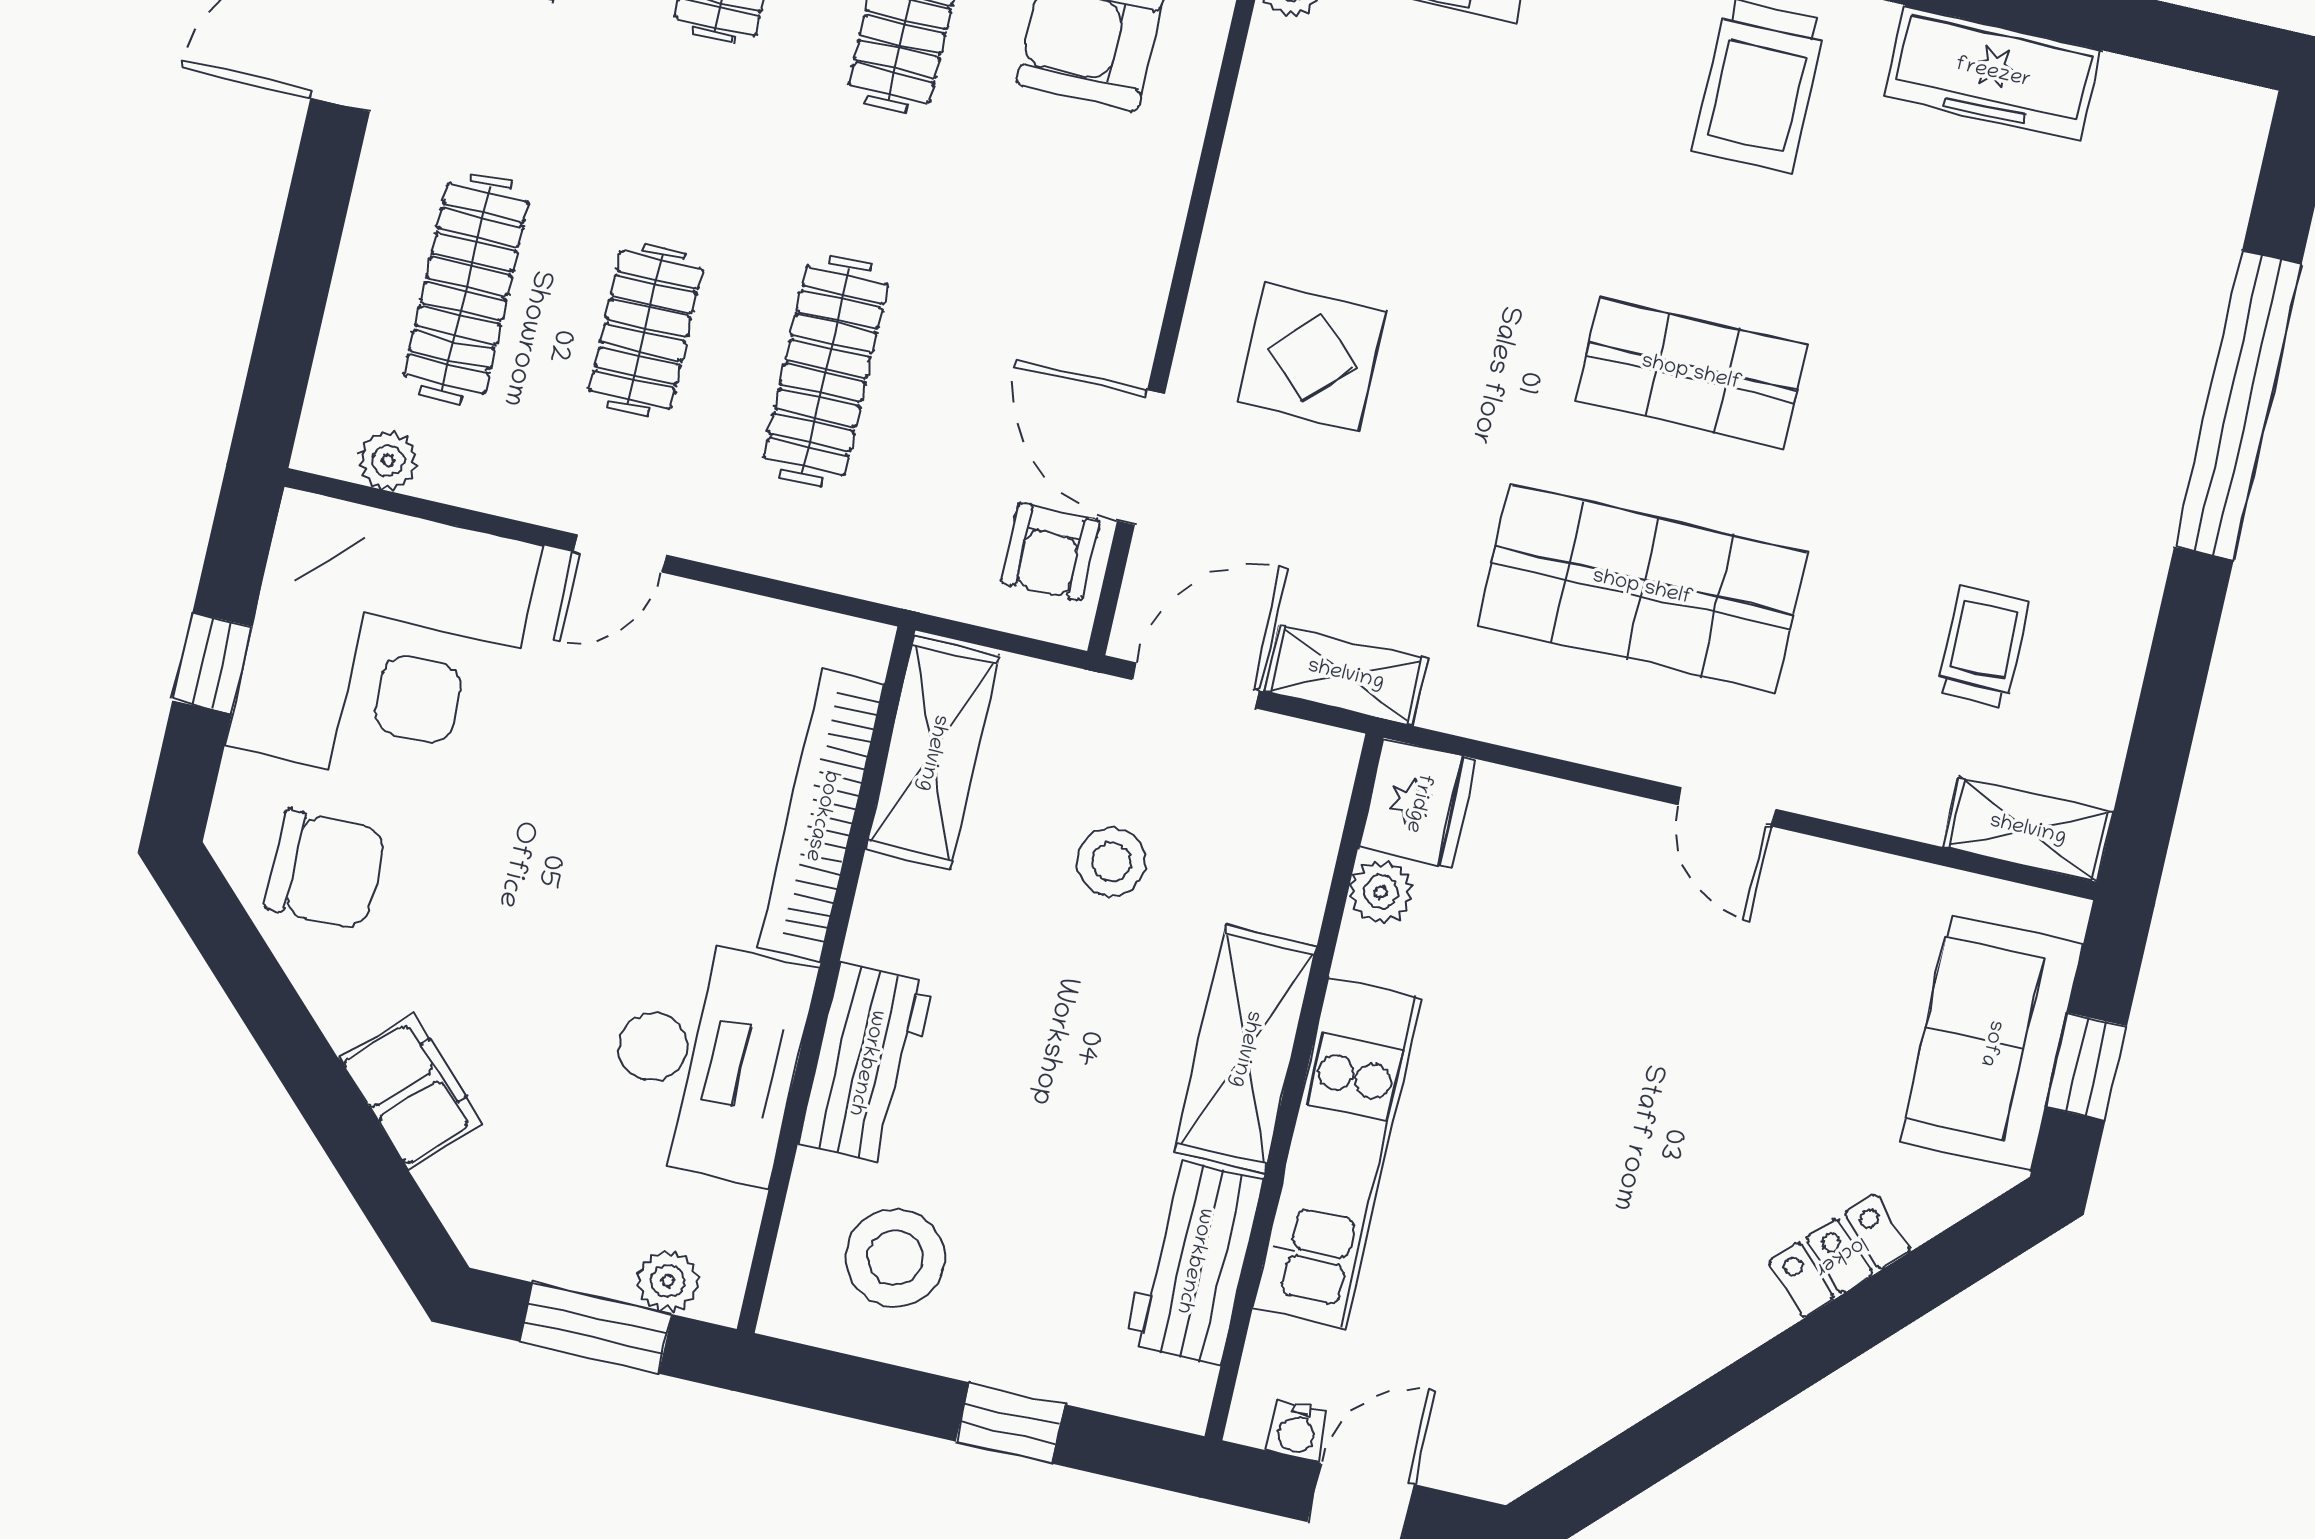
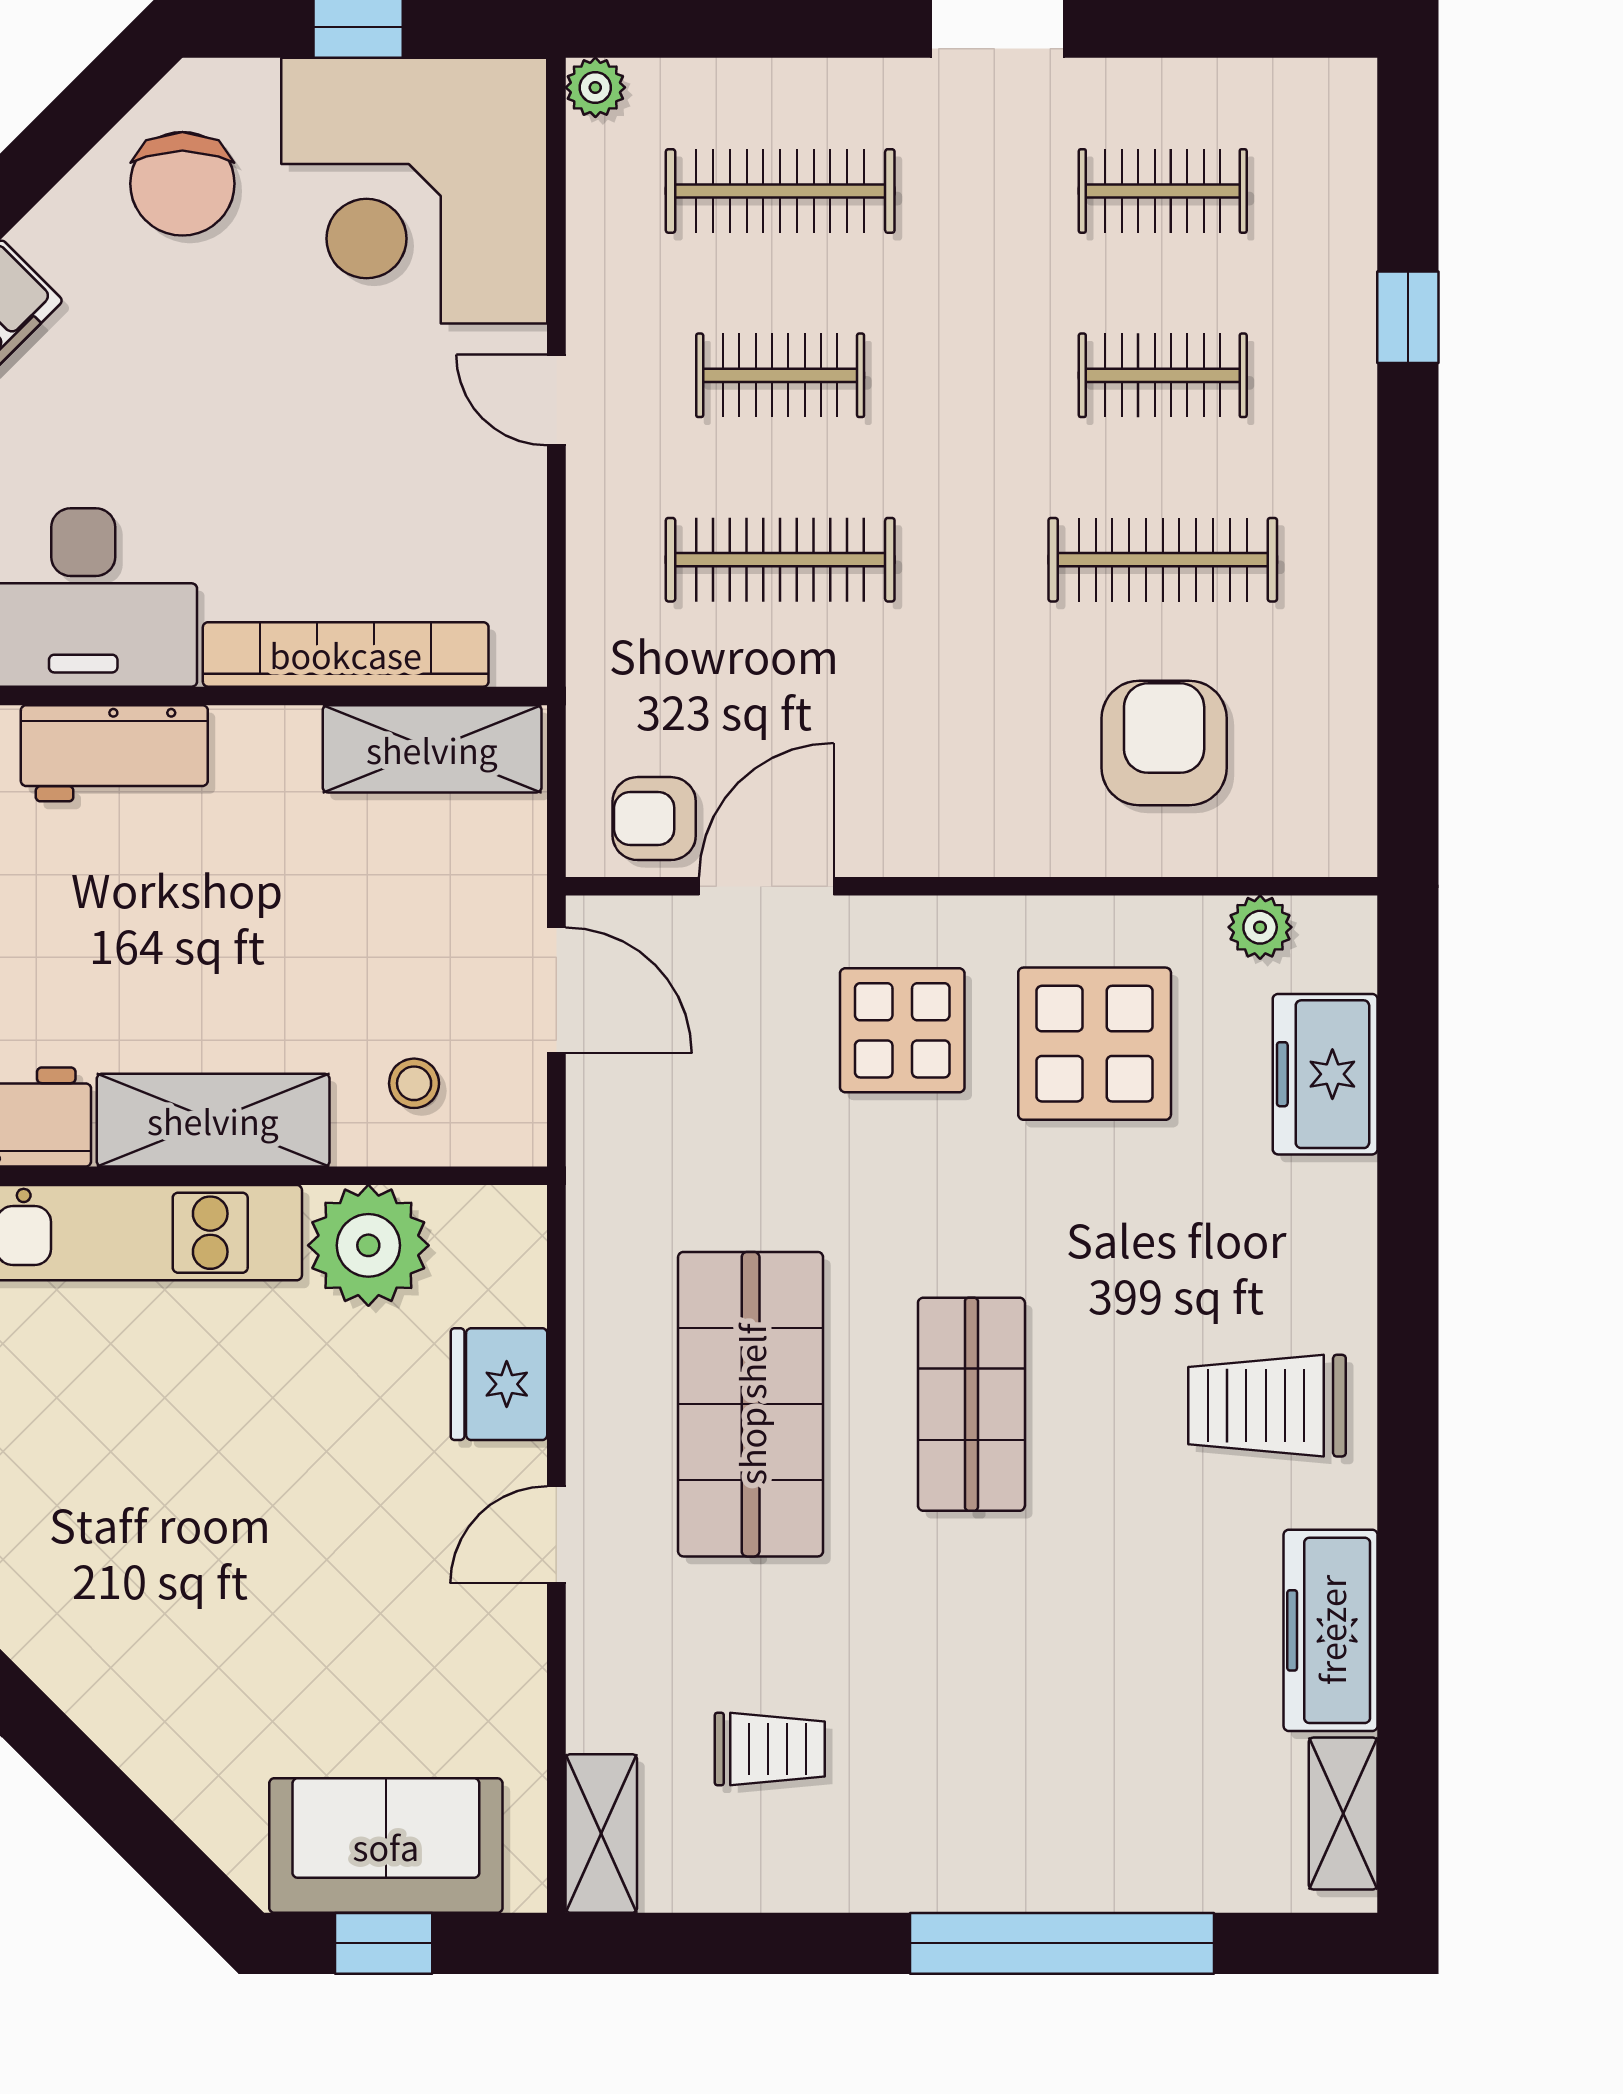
display table: (1368, 172) -> (1095, 1044), added
plant: (388, 460) -> (595, 87), moved
shelving: (1346, 675) -> (1343, 1813), moved
fridge: (1418, 803) -> (499, 1384), moved, turned 90
stool: (1112, 862) -> (414, 1083), moved, width x0.73, depth x0.73
plant: (1381, 892) -> (368, 1245), width x1.88, depth x1.88
locker: (1840, 1256) -> (144, 1745), removed

